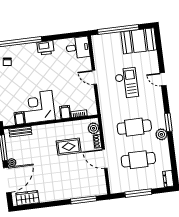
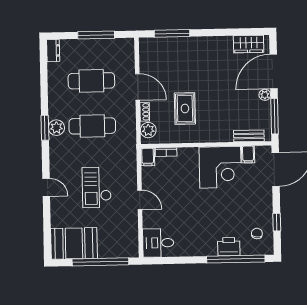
printer: (46, 48) -> (229, 246), moved
filing cabinet: (65, 112) -> (148, 157), moved
plant: (161, 134) -> (56, 128), moved
rug: (69, 147) -> (185, 108), turned 90

